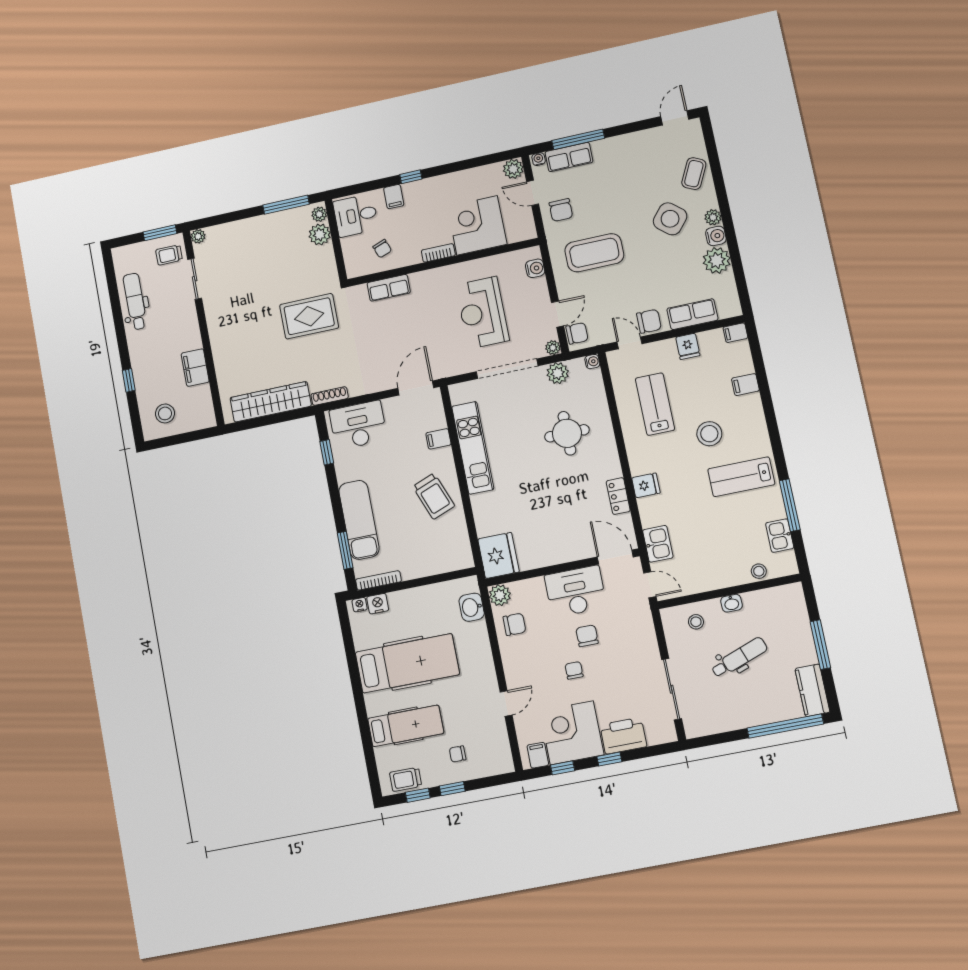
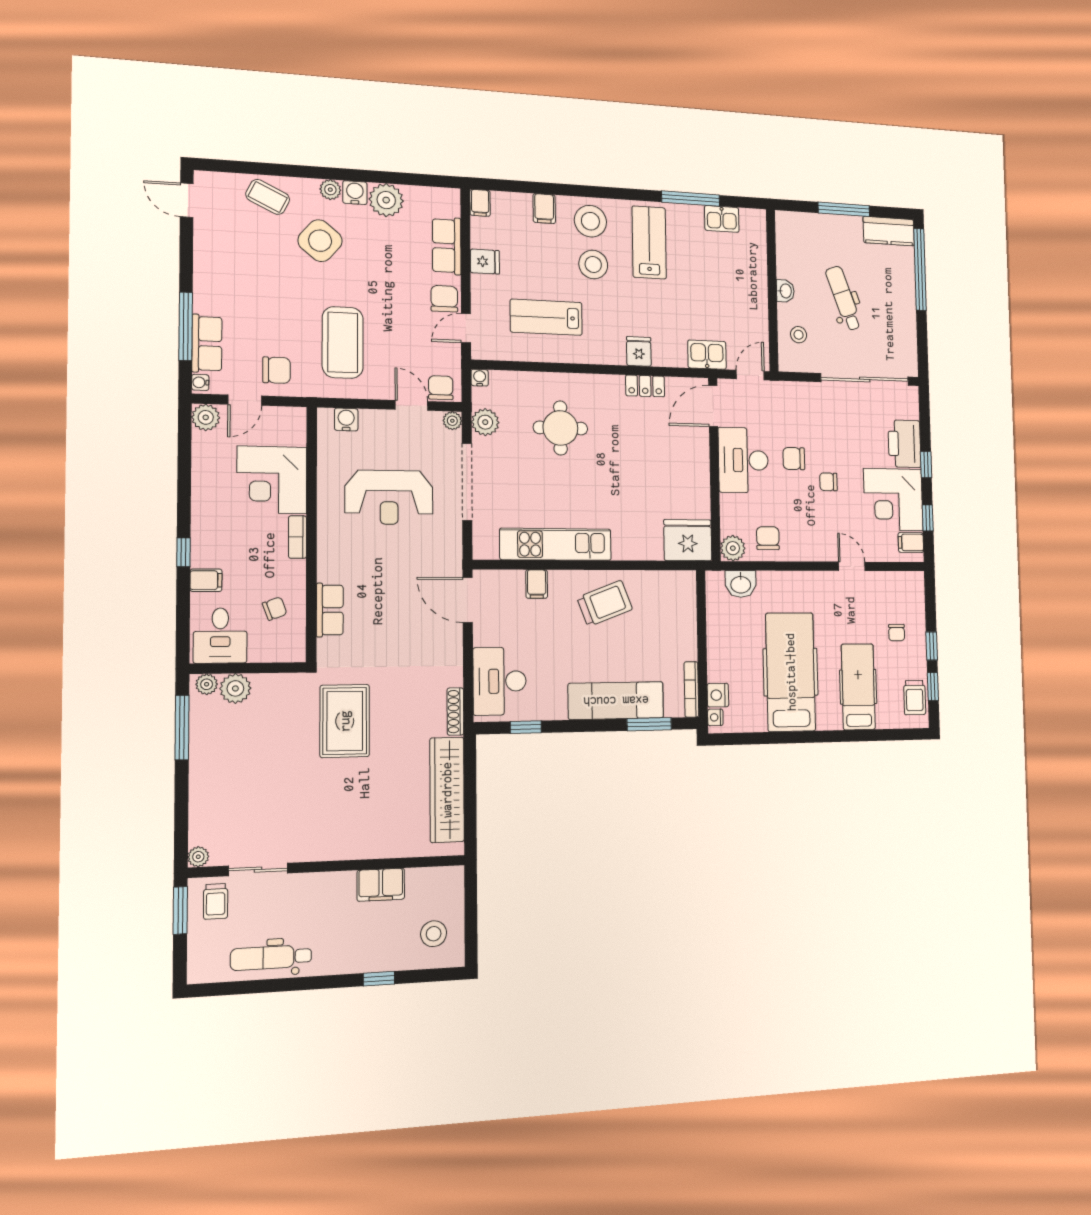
lab bench: (741, 477) -> (649, 242), turned 180
stool: (759, 571) -> (590, 221), moved, width x1.89, depth x1.89
sliding door: (672, 689) -> (865, 379), width x1.36

